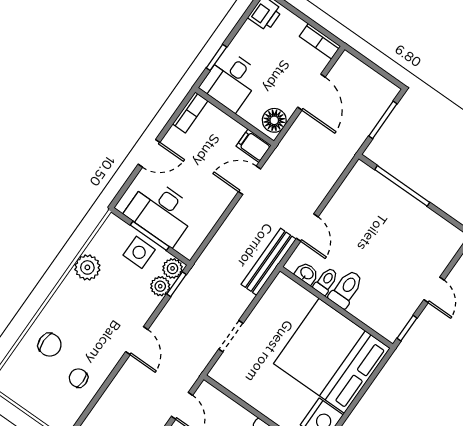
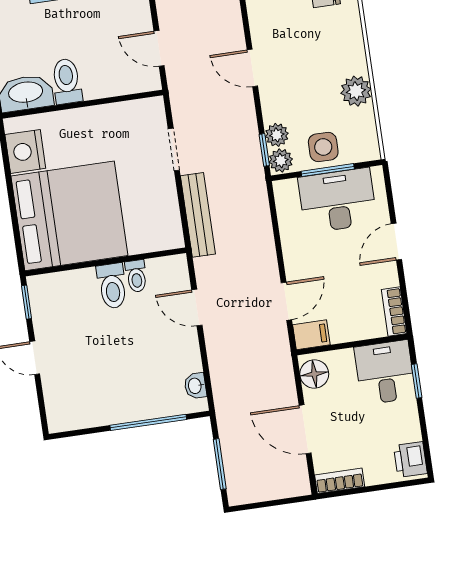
bench: (269, 262) -> (198, 215), moved
washbasin: (307, 274) -> (195, 386), moved, turned 90

